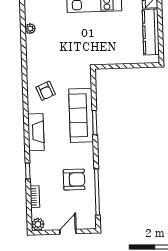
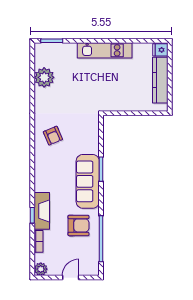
plant: (30, 29) -> (44, 77), width x1.88, depth x1.88
sofa: (81, 115) -> (88, 181), moved
fireplace: (36, 132) -> (42, 211), moved

